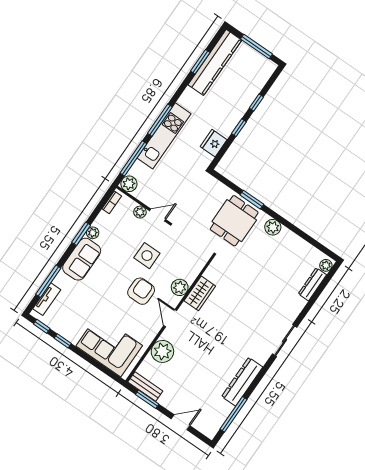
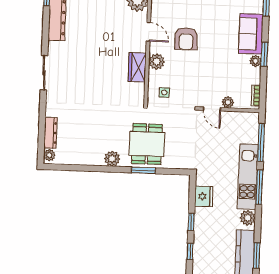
plant: (129, 184) -> (248, 218), moved
door: (158, 215) -> (212, 109), hinge flipped
side table: (147, 256) -> (164, 93), moved, width x0.54, depth x0.54

